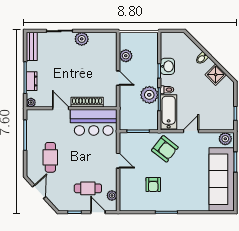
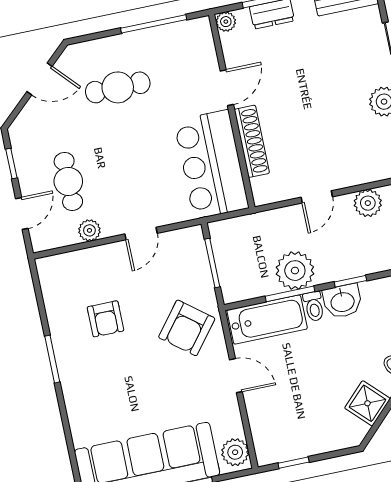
washbasin: (167, 66) -> (342, 301), moved
armchair: (153, 185) -> (105, 319), turned -90
plant: (112, 195) -> (89, 230), moved

